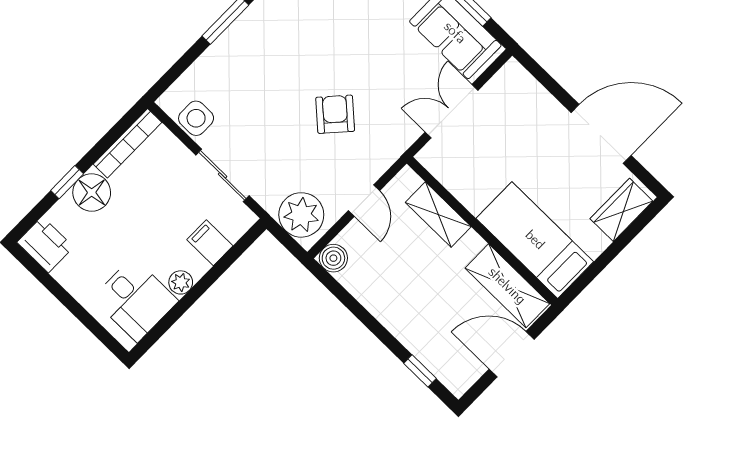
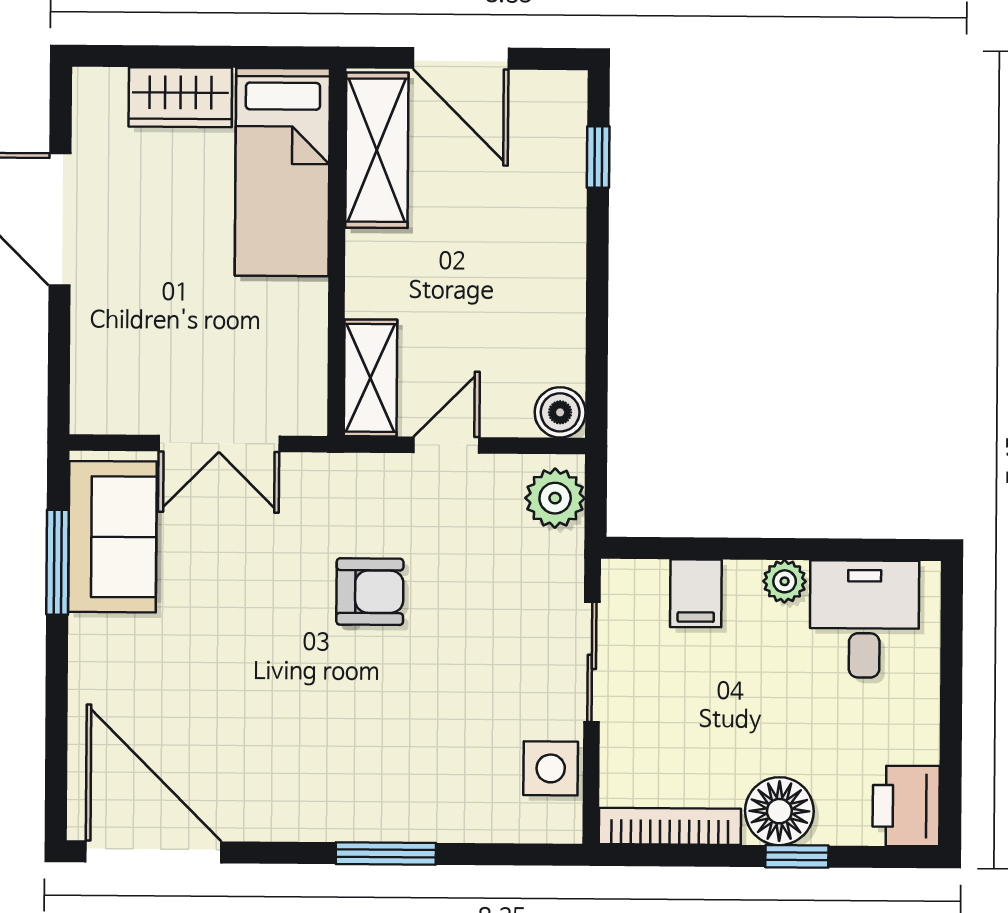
armchair: (335, 114) -> (370, 592), turned -132
wardrobe: (621, 210) -> (180, 97), moved
plant: (301, 215) -> (555, 498), width x0.73, depth x0.73
shelving: (438, 215) -> (371, 378), moved

